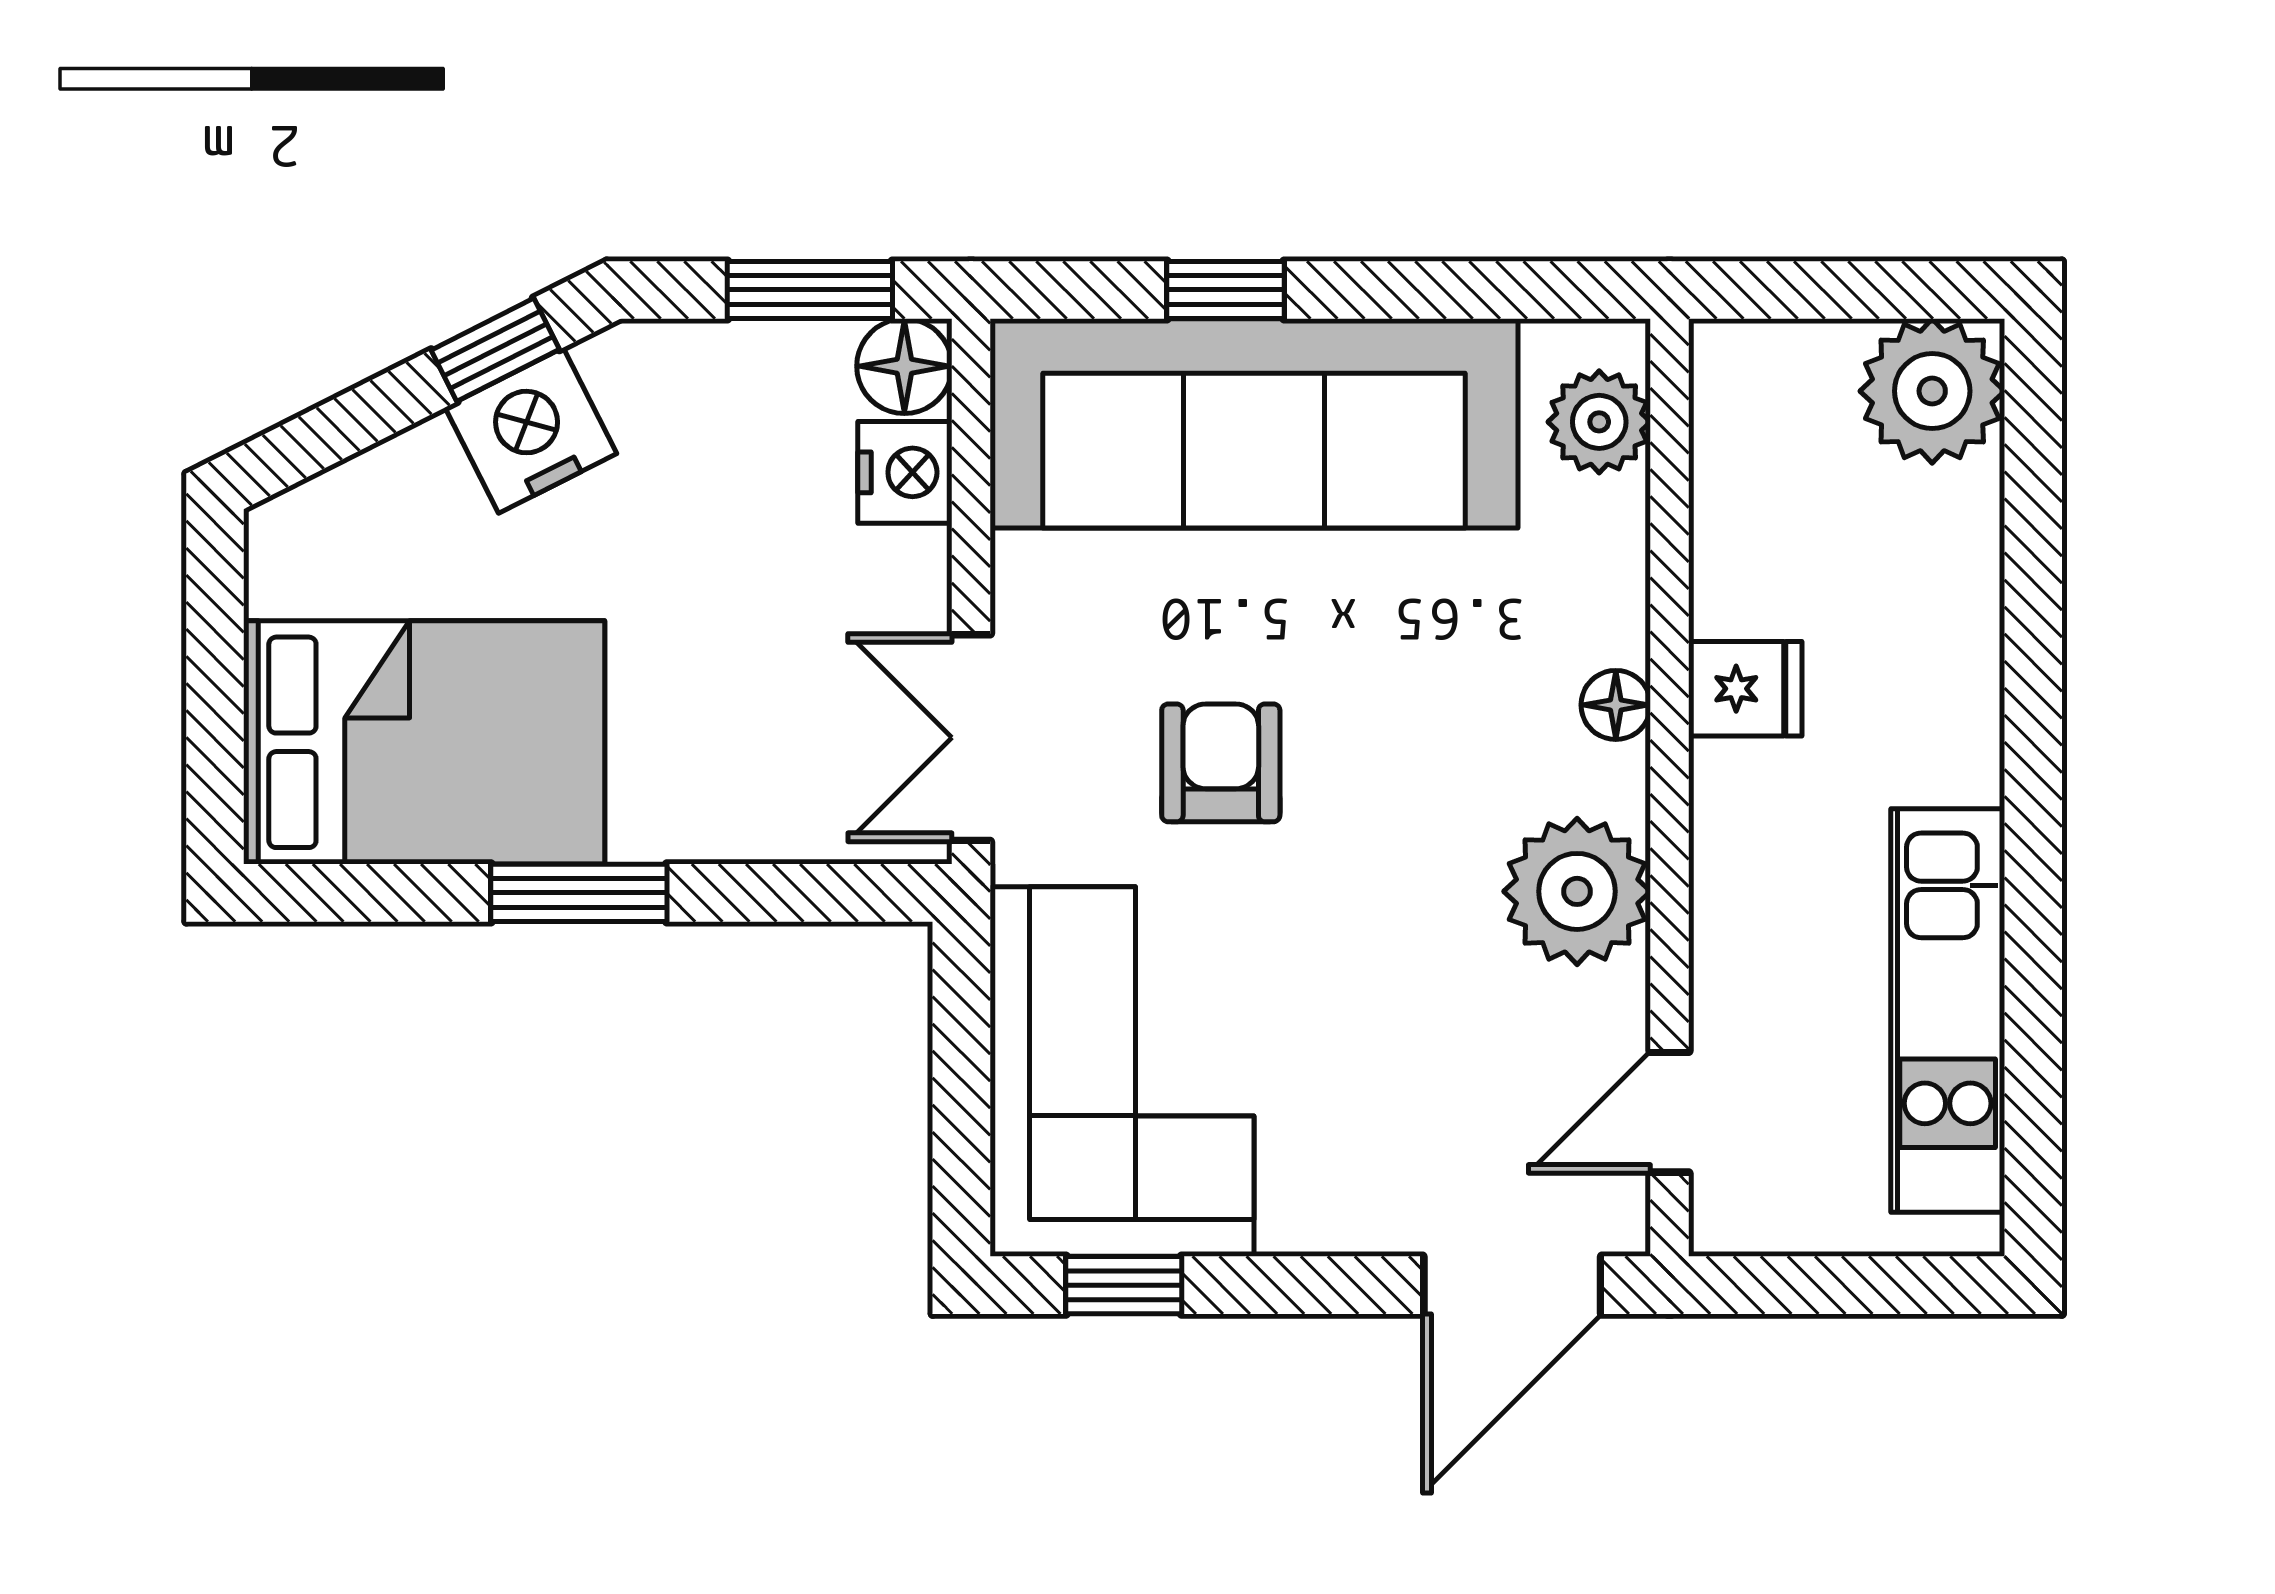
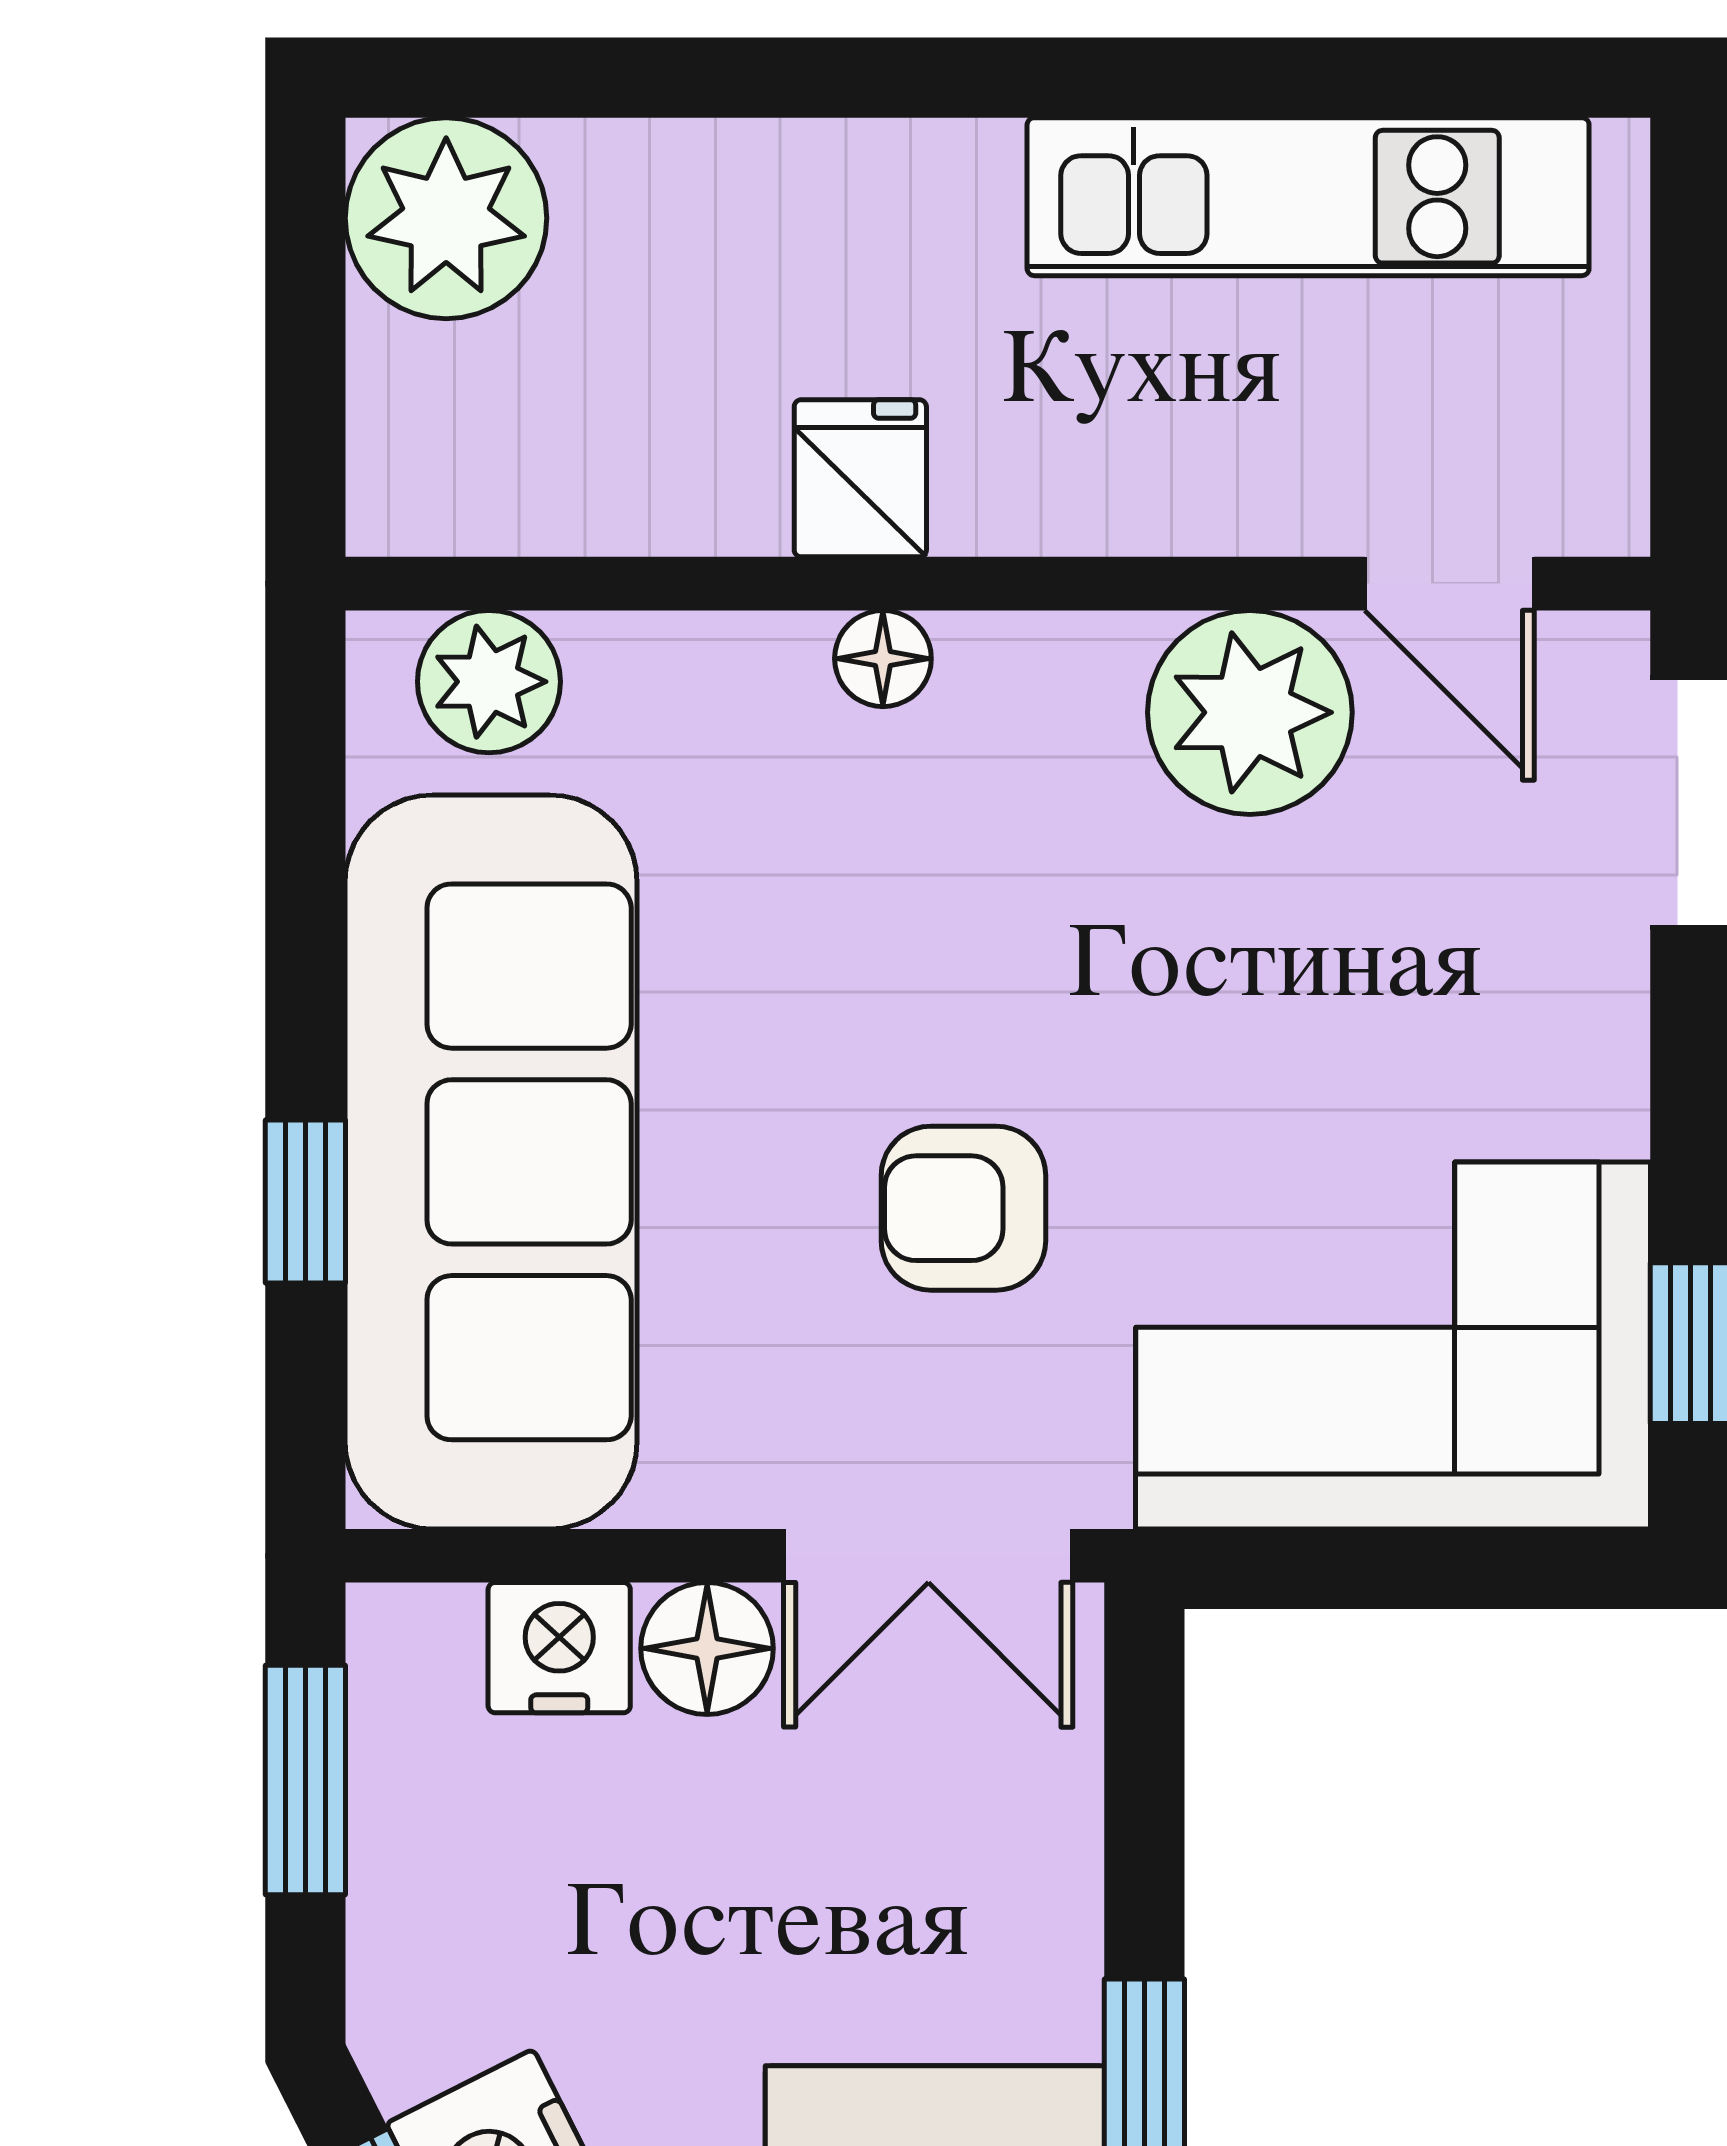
floor lamp: (904, 366) -> (707, 1648), moved
plant: (1577, 891) -> (1250, 712), moved

